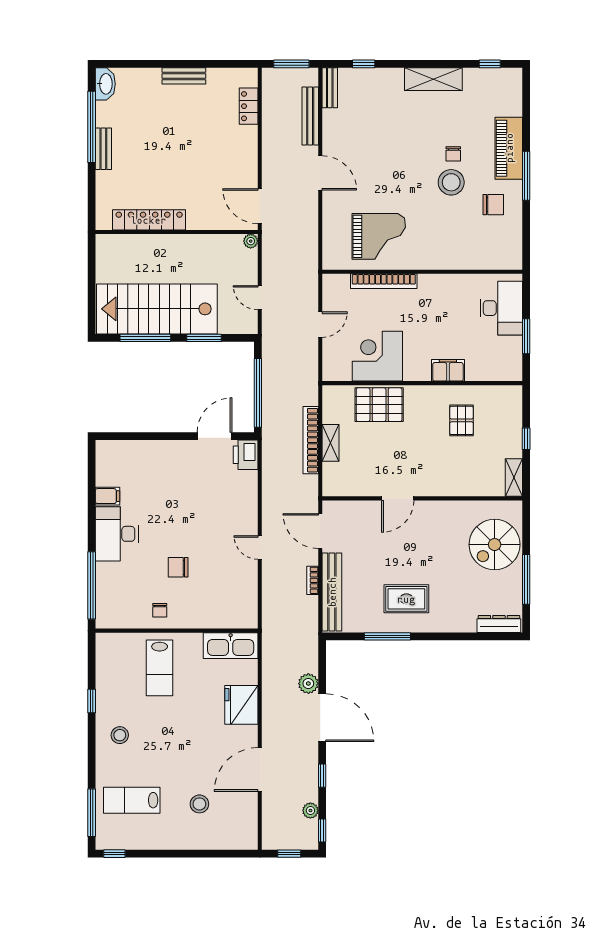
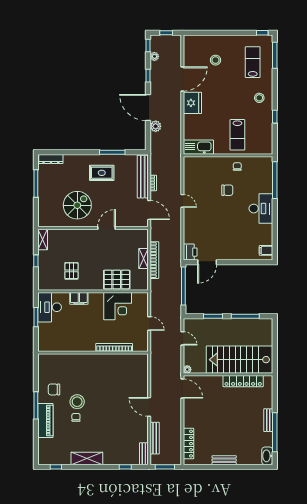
locker: (249, 106) -> (188, 444), width x1.53
grand piano: (379, 236) -> (117, 372), removed
desk: (501, 308) -> (50, 307), moved
stairs: (157, 309) -> (240, 360), moved, turned 180
door: (320, 325) -> (149, 324), swing flipped
filing cabinet: (107, 496) -> (266, 250), moved
spiral stairs: (495, 545) -> (77, 205), moved
lab bench: (160, 668) -> (237, 135), turned 180
fridge: (241, 705) -> (192, 103), moved
lab bench: (132, 800) -> (253, 62), turned -90

